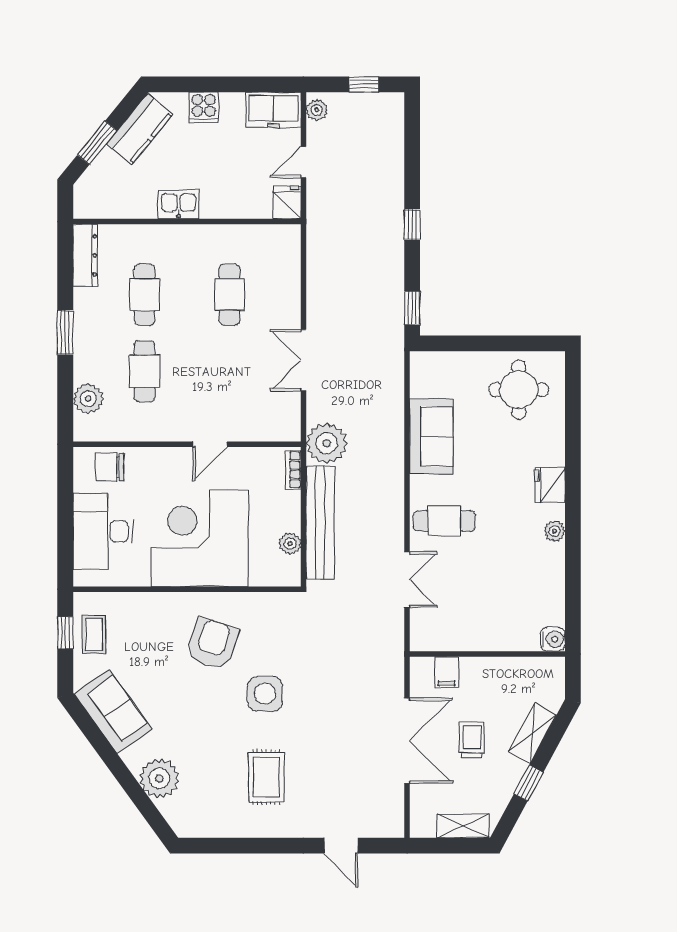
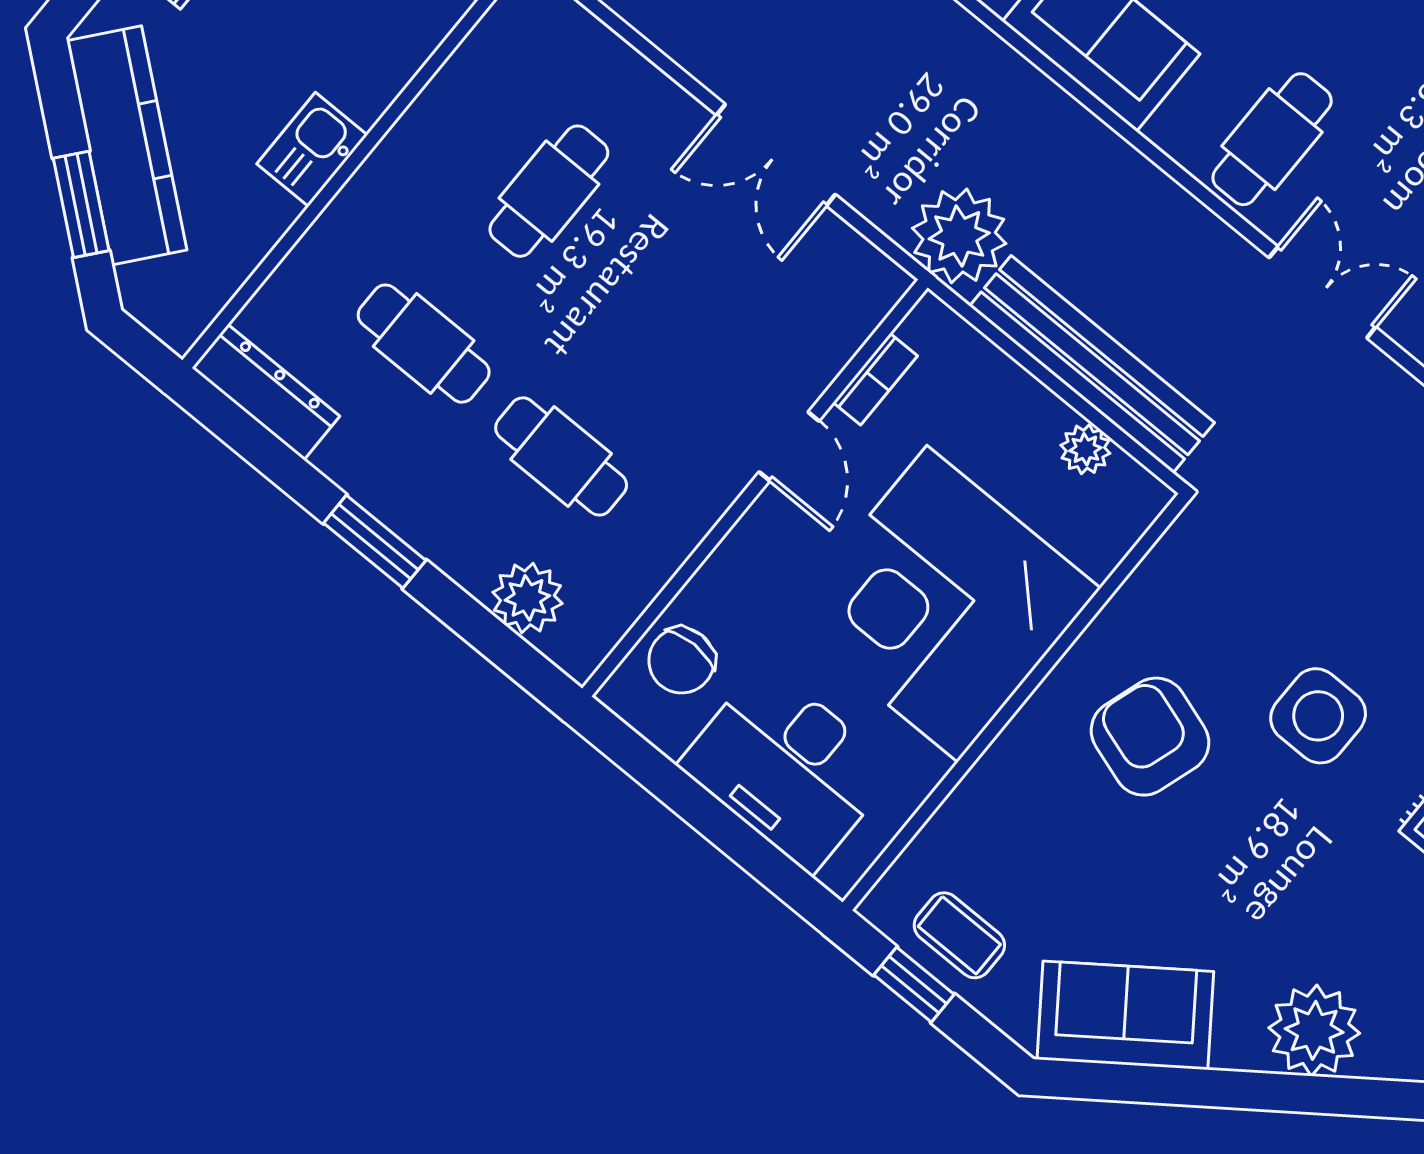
kitchen counter: (140, 129) -> (127, 145), width x1.50
cafe table: (229, 295) -> (549, 191), turned 90
bookcase: (293, 470) -> (875, 379), moved, turned -90

